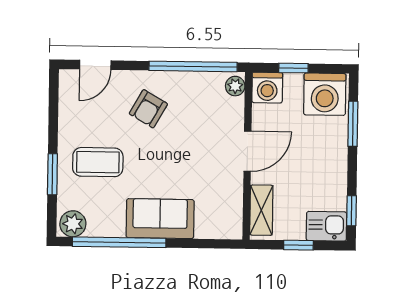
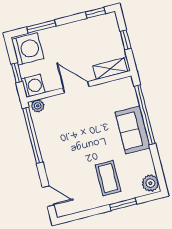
armchair: (148, 109) -> (66, 156), removed
kitchen sink: (326, 226) -> (109, 26), removed
window: (119, 242) -> (145, 115), moved

